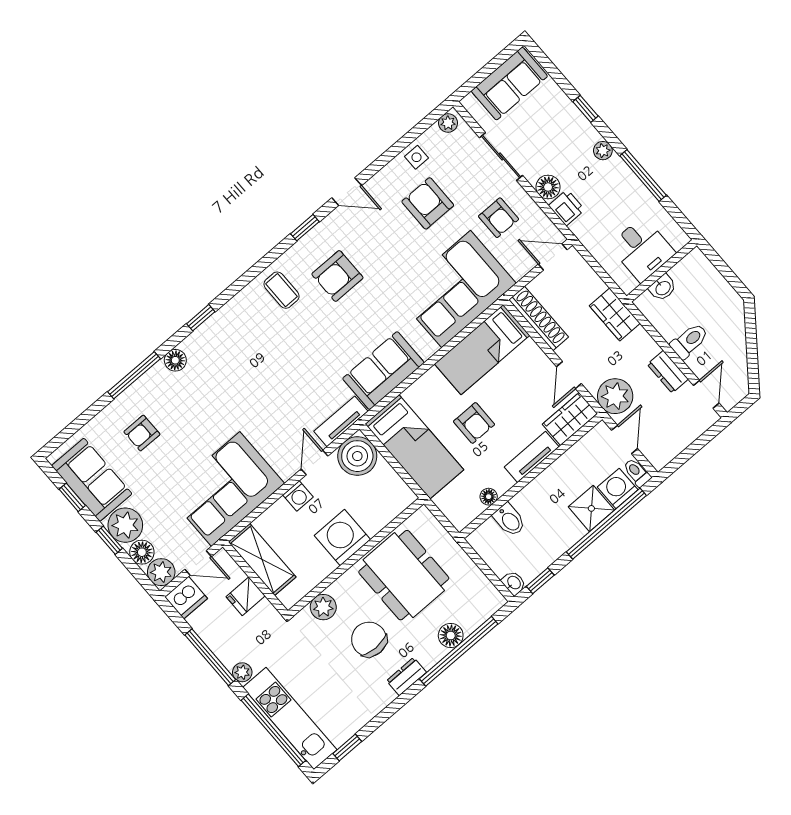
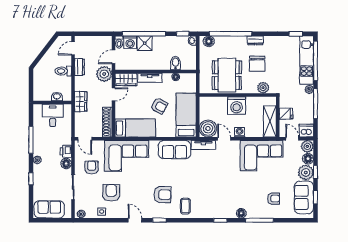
armchair: (428, 203) -> (111, 193), turned 180
armchair: (474, 423) -> (159, 106), turned 118
door: (315, 463) -> (224, 139), swing flipped
floor lamp: (451, 636) -> (209, 41), moved

